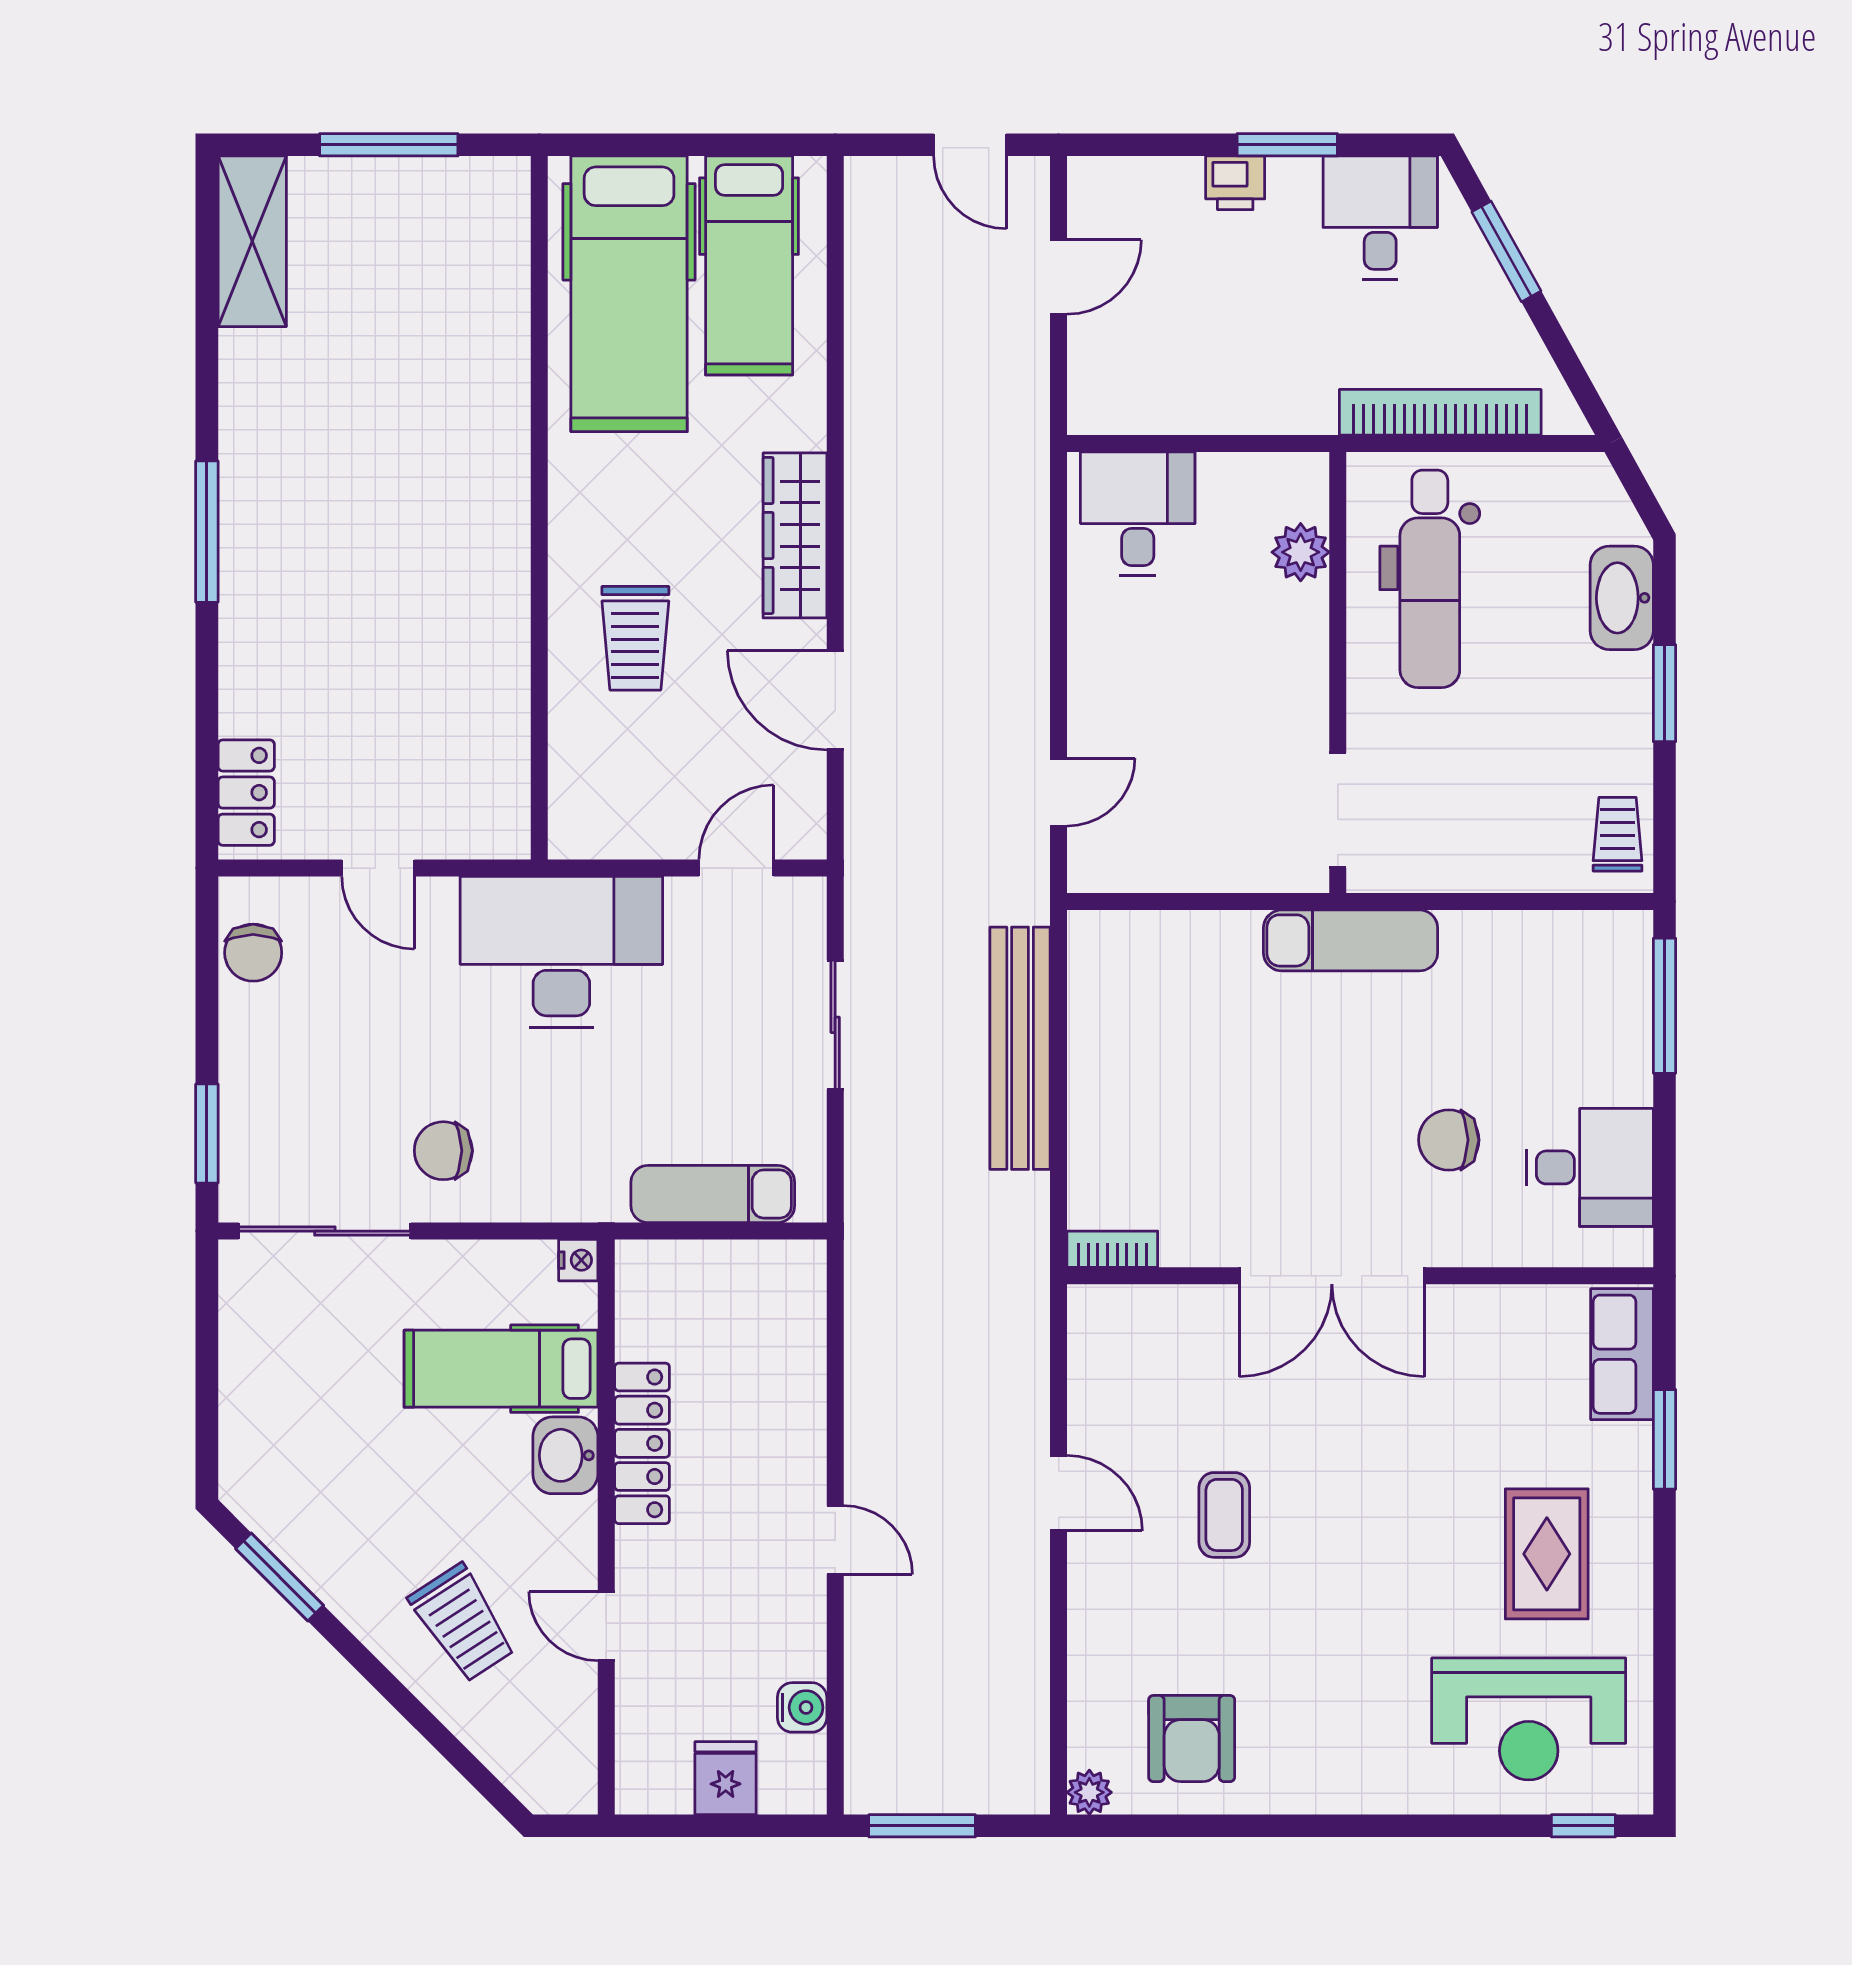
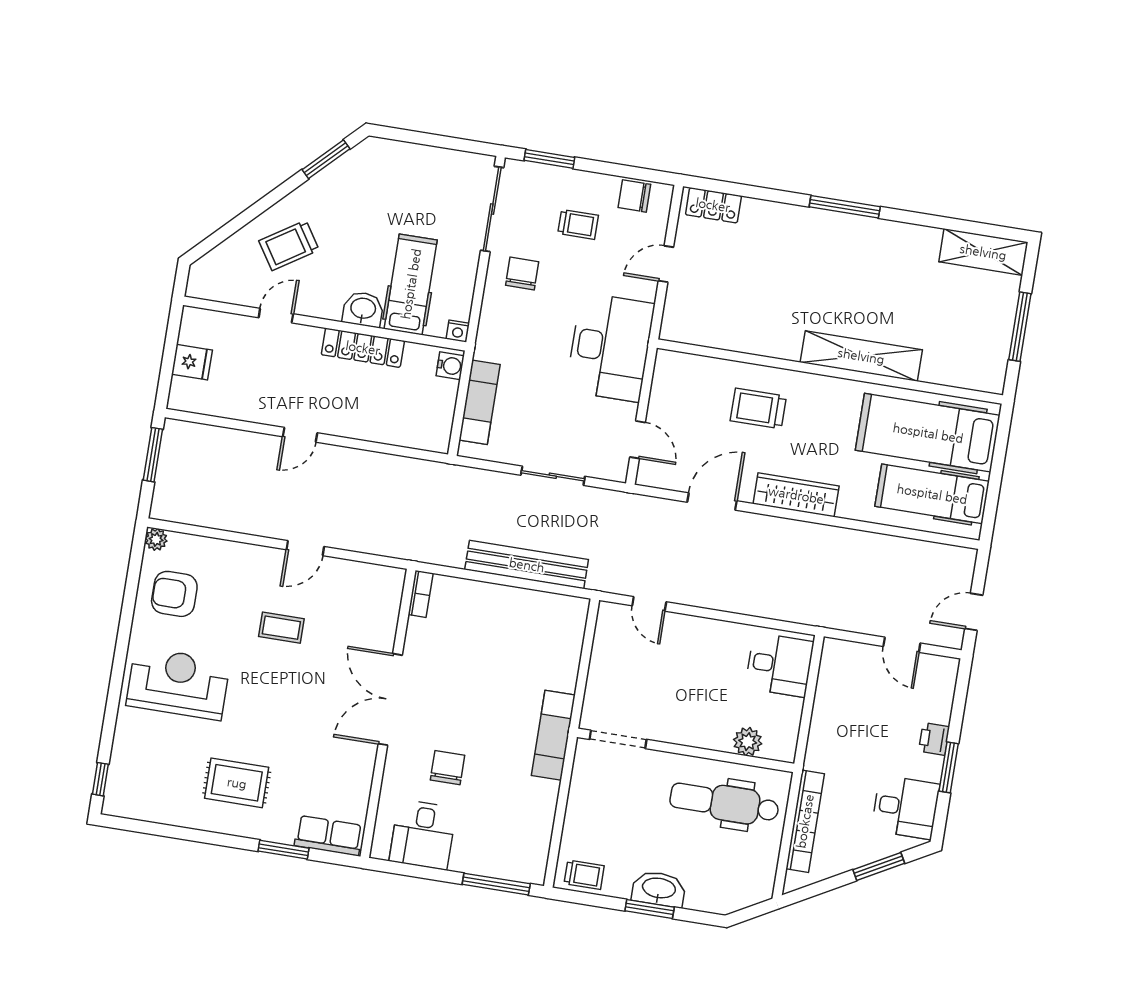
shelving: (498, 450) -> (861, 356), added
washbasin: (1622, 598) -> (659, 889), moved
trolley: (328, 1055) -> (578, 224), added
water cooler: (802, 1707) -> (450, 366), moved, turned -90
reception desk: (1529, 1719) -> (178, 683), moved, turned 90

